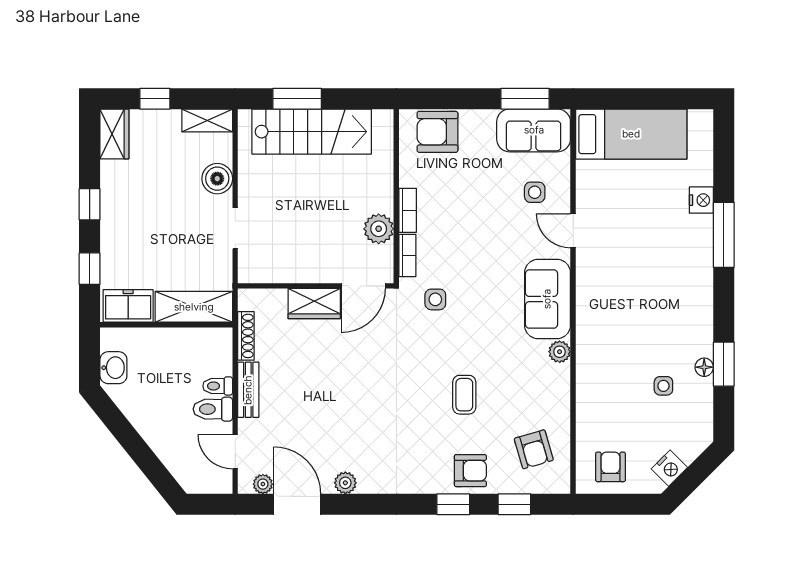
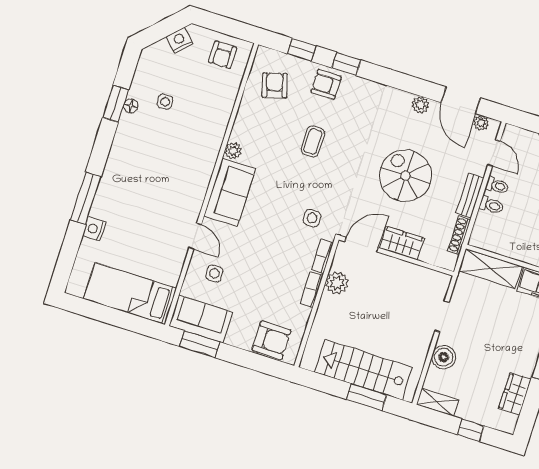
wardrobe: (114, 134) -> (515, 394), moved
spiral stairs: (336, 389) -> (405, 176), added
toilet: (213, 409) -> (497, 186), width x0.73, depth x0.72

